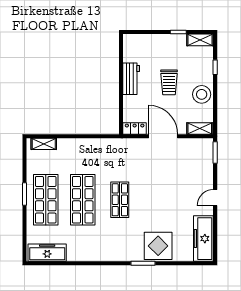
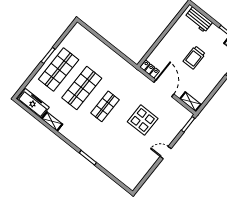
workbench: (131, 79) -> (199, 20), moved, turned 90
stool: (202, 94) -> (209, 81), removed
shelving: (44, 144) -> (52, 121), moved
freezer: (203, 239) -> (138, 172), removed
display table: (158, 246) -> (143, 120), moved

